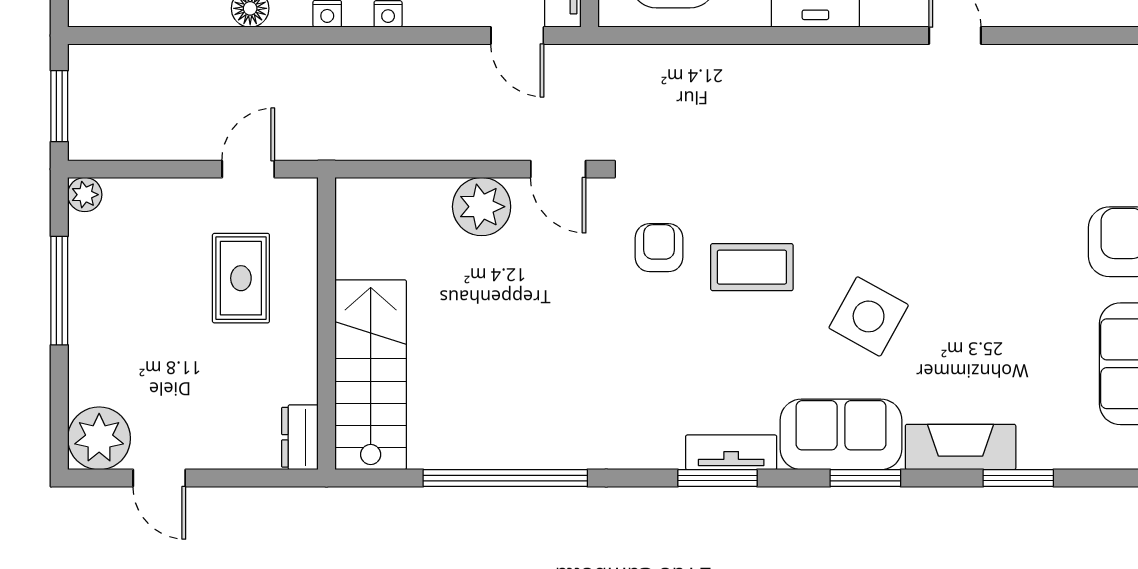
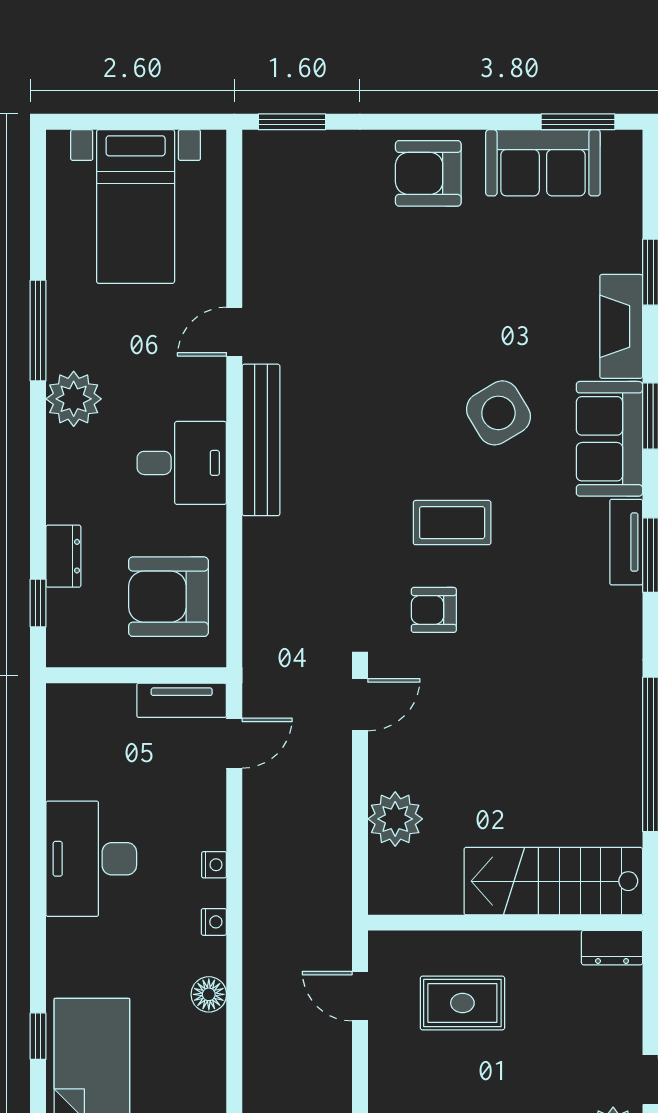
bench: (840, 64) -> (261, 440), added
plant: (482, 207) -> (395, 819), moved
coffee table: (752, 267) -> (452, 523), turned 90
side table: (869, 316) -> (498, 413), turned 30

